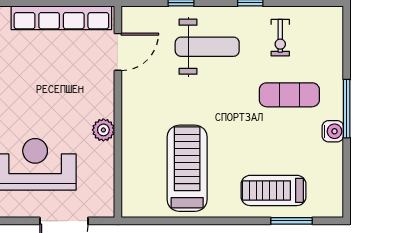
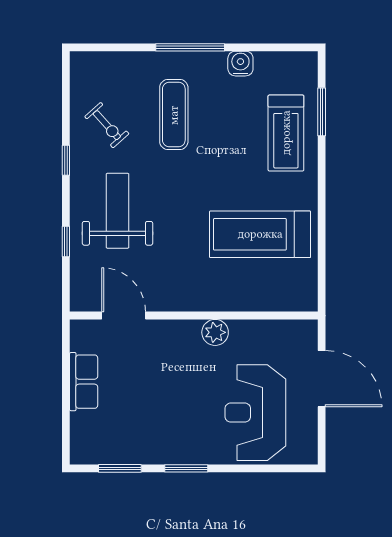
row of seats: (61, 18) -> (84, 382), width x0.50
exercise bike: (280, 38) -> (107, 125), turned 48
water cooler: (333, 131) -> (240, 64), moved

